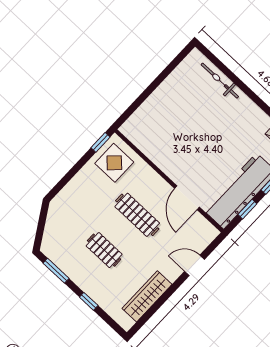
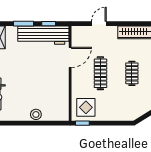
stool: (159, 99) -> (36, 114), added
door: (195, 265) -> (99, 24), swing flipped

